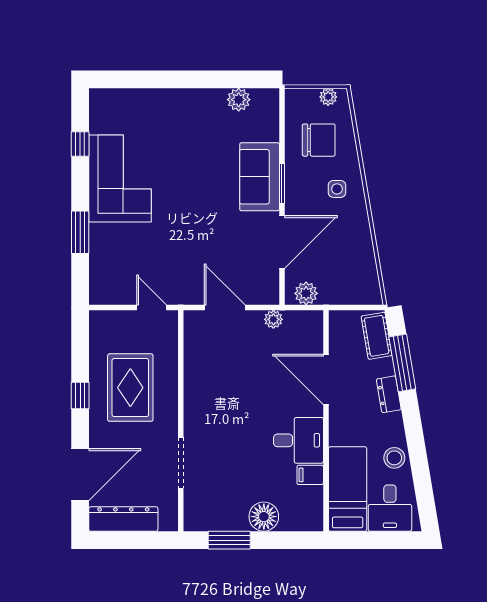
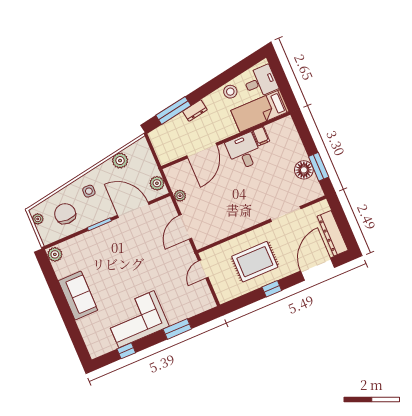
plant: (239, 100) -> (55, 254), moved
sofa: (260, 177) -> (78, 295), moved, turned -90
plant: (362, 254) -> (120, 161), added
cot: (377, 336) -> (164, 132), removed
door: (80, 475) -> (318, 269), hinge flipped
floor lamp: (264, 517) -> (304, 170), moved

